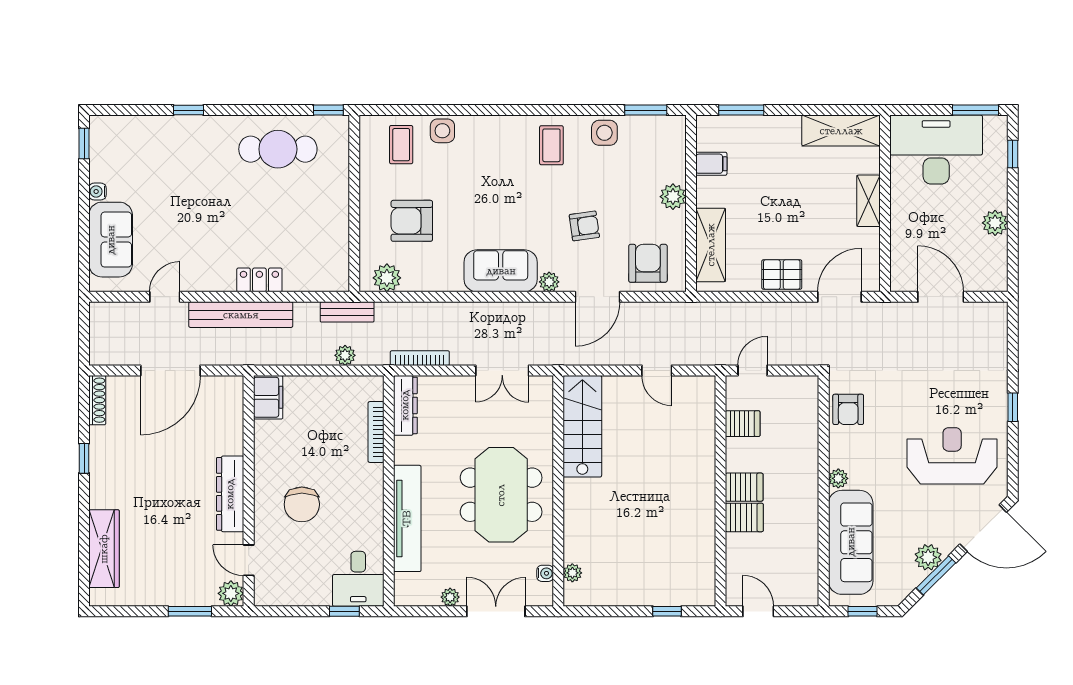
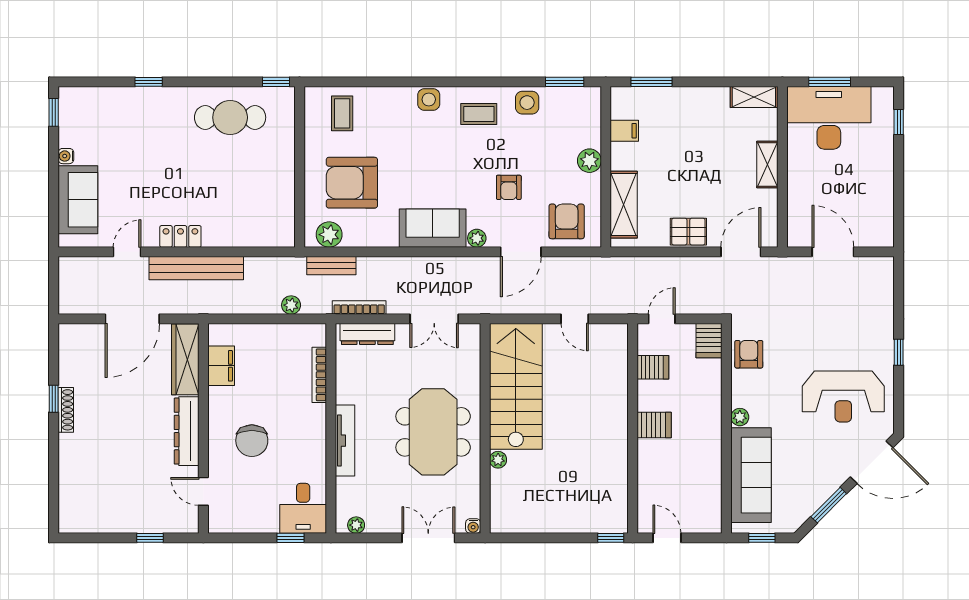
window: (975, 110) -> (830, 82), moved
side table: (442, 131) -> (429, 99), moved
shelving: (841, 131) -> (754, 97), width x0.67, depth x0.75
coffee table: (551, 145) -> (479, 114), turned 90
armchair: (412, 221) -> (352, 183), width x1.36, depth x1.36
plant: (995, 223) -> (882, 185), removed
armchair: (584, 226) -> (509, 187), turned 98
locker: (259, 280) -> (180, 236), moved
bench: (347, 312) -> (331, 266), moved
filing cabinet: (268, 397) -> (221, 366), moved
shoe rack: (97, 400) -> (66, 410), moved
dresser: (405, 405) -> (367, 334), moved, turned 90
armchair: (848, 409) -> (749, 354), turned 180
stairs: (582, 426) -> (516, 386), width x1.36, depth x1.51
reception desk: (952, 456) -> (843, 396), turned 180
server rack: (744, 517) -> (709, 341), moved, turned 90
tv unit: (407, 518) -> (345, 441), width x0.73, depth x0.78
wardrobe: (104, 549) -> (185, 359), moved, turned 180
plant: (928, 557) -> (822, 489), removed
water cooler: (545, 573) -> (473, 526), moved, turned 90
plant: (572, 573) -> (498, 460), moved
plant: (231, 593) -> (187, 522), removed
plant: (450, 597) -> (356, 525), moved
window: (190, 611) -> (150, 538), width x0.67
window: (667, 611) -> (611, 538), moved

